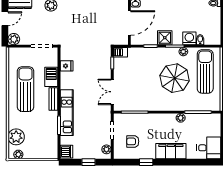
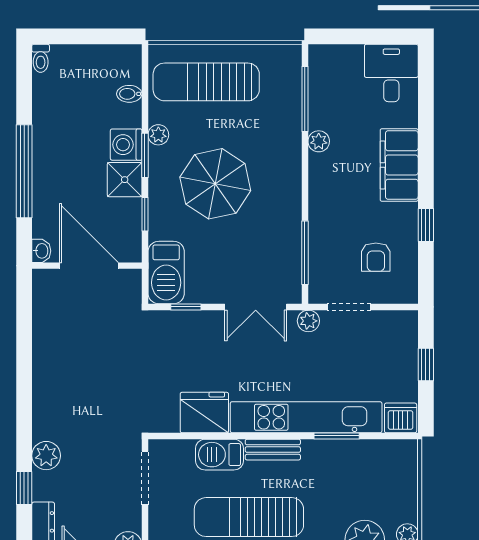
washing machine: (189, 38) -> (126, 145), moved
barbecue: (120, 52) -> (166, 272), width x1.88, depth x1.53
fridge: (67, 66) -> (204, 413), width x1.88, depth x1.34
parasol: (175, 78) -> (215, 184), moved
kitchen unit: (67, 113) -> (306, 417), width x1.36
plant: (106, 149) -> (308, 321), moved

